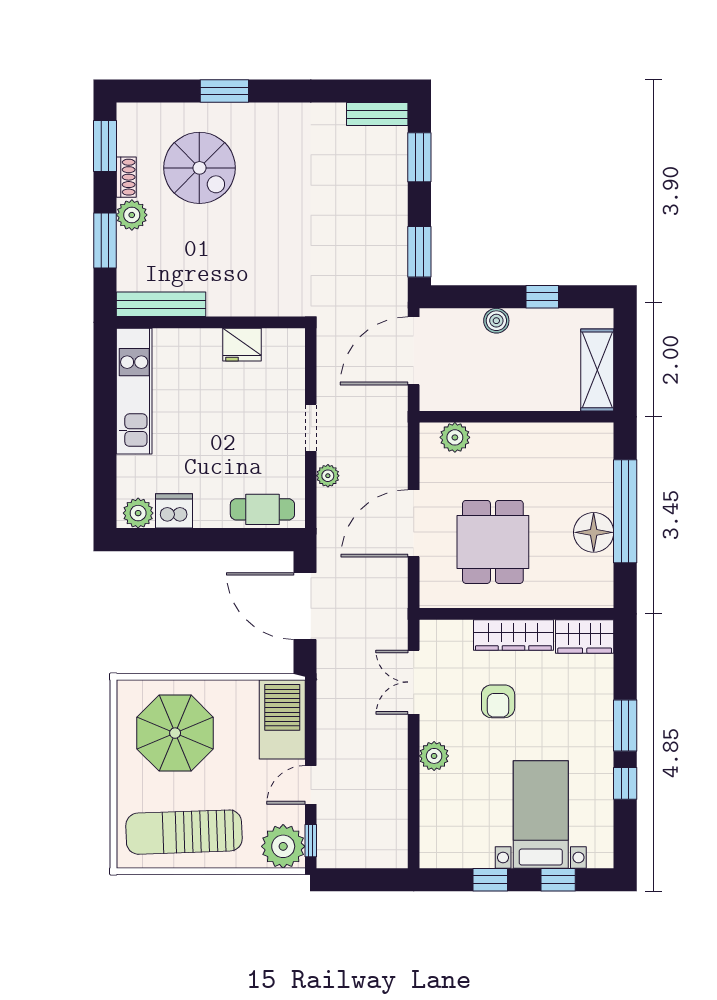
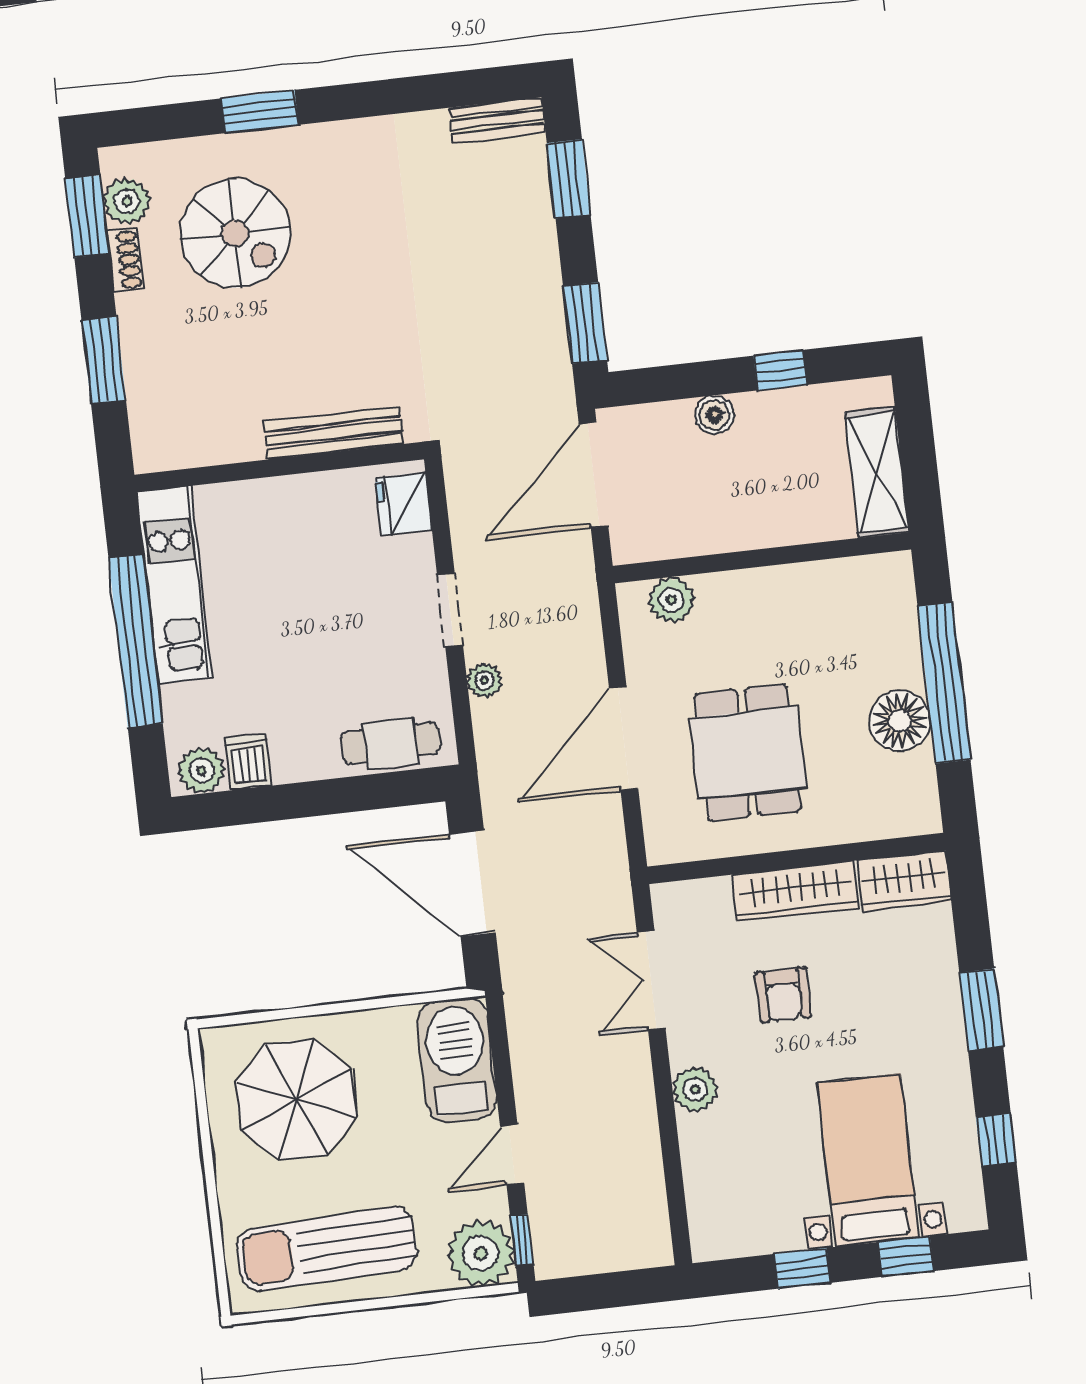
plant: (132, 215) -> (127, 201), moved
bench: (161, 304) -> (333, 433), moved
fridge: (242, 345) -> (404, 504), moved, turned 90
window: (105, 424) -> (136, 641), added
dishwasher: (174, 511) -> (248, 762), width x0.73
window: (625, 783) -> (996, 1140), moved

